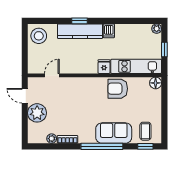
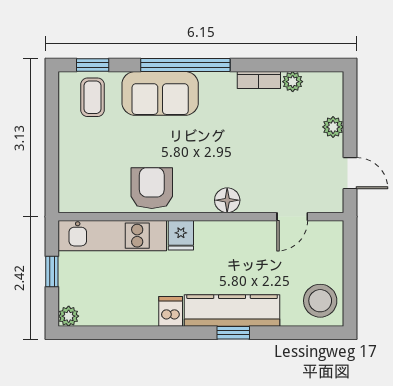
floor lamp: (156, 83) -> (227, 200), moved
armchair: (118, 89) -> (152, 188), turned -90
plant: (37, 113) -> (333, 127), width x0.53, depth x0.53

